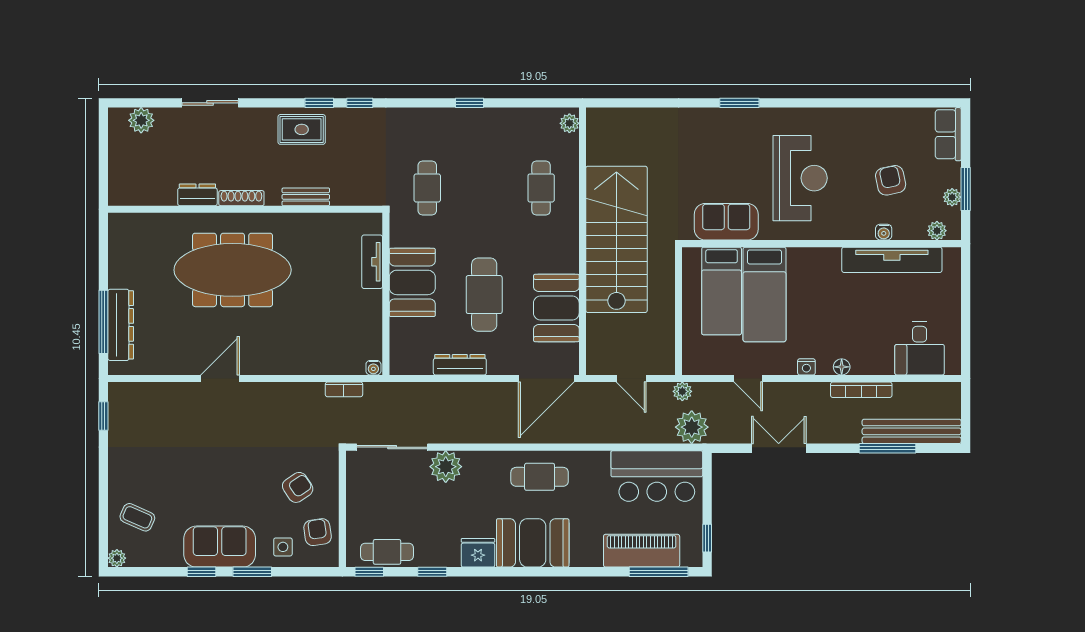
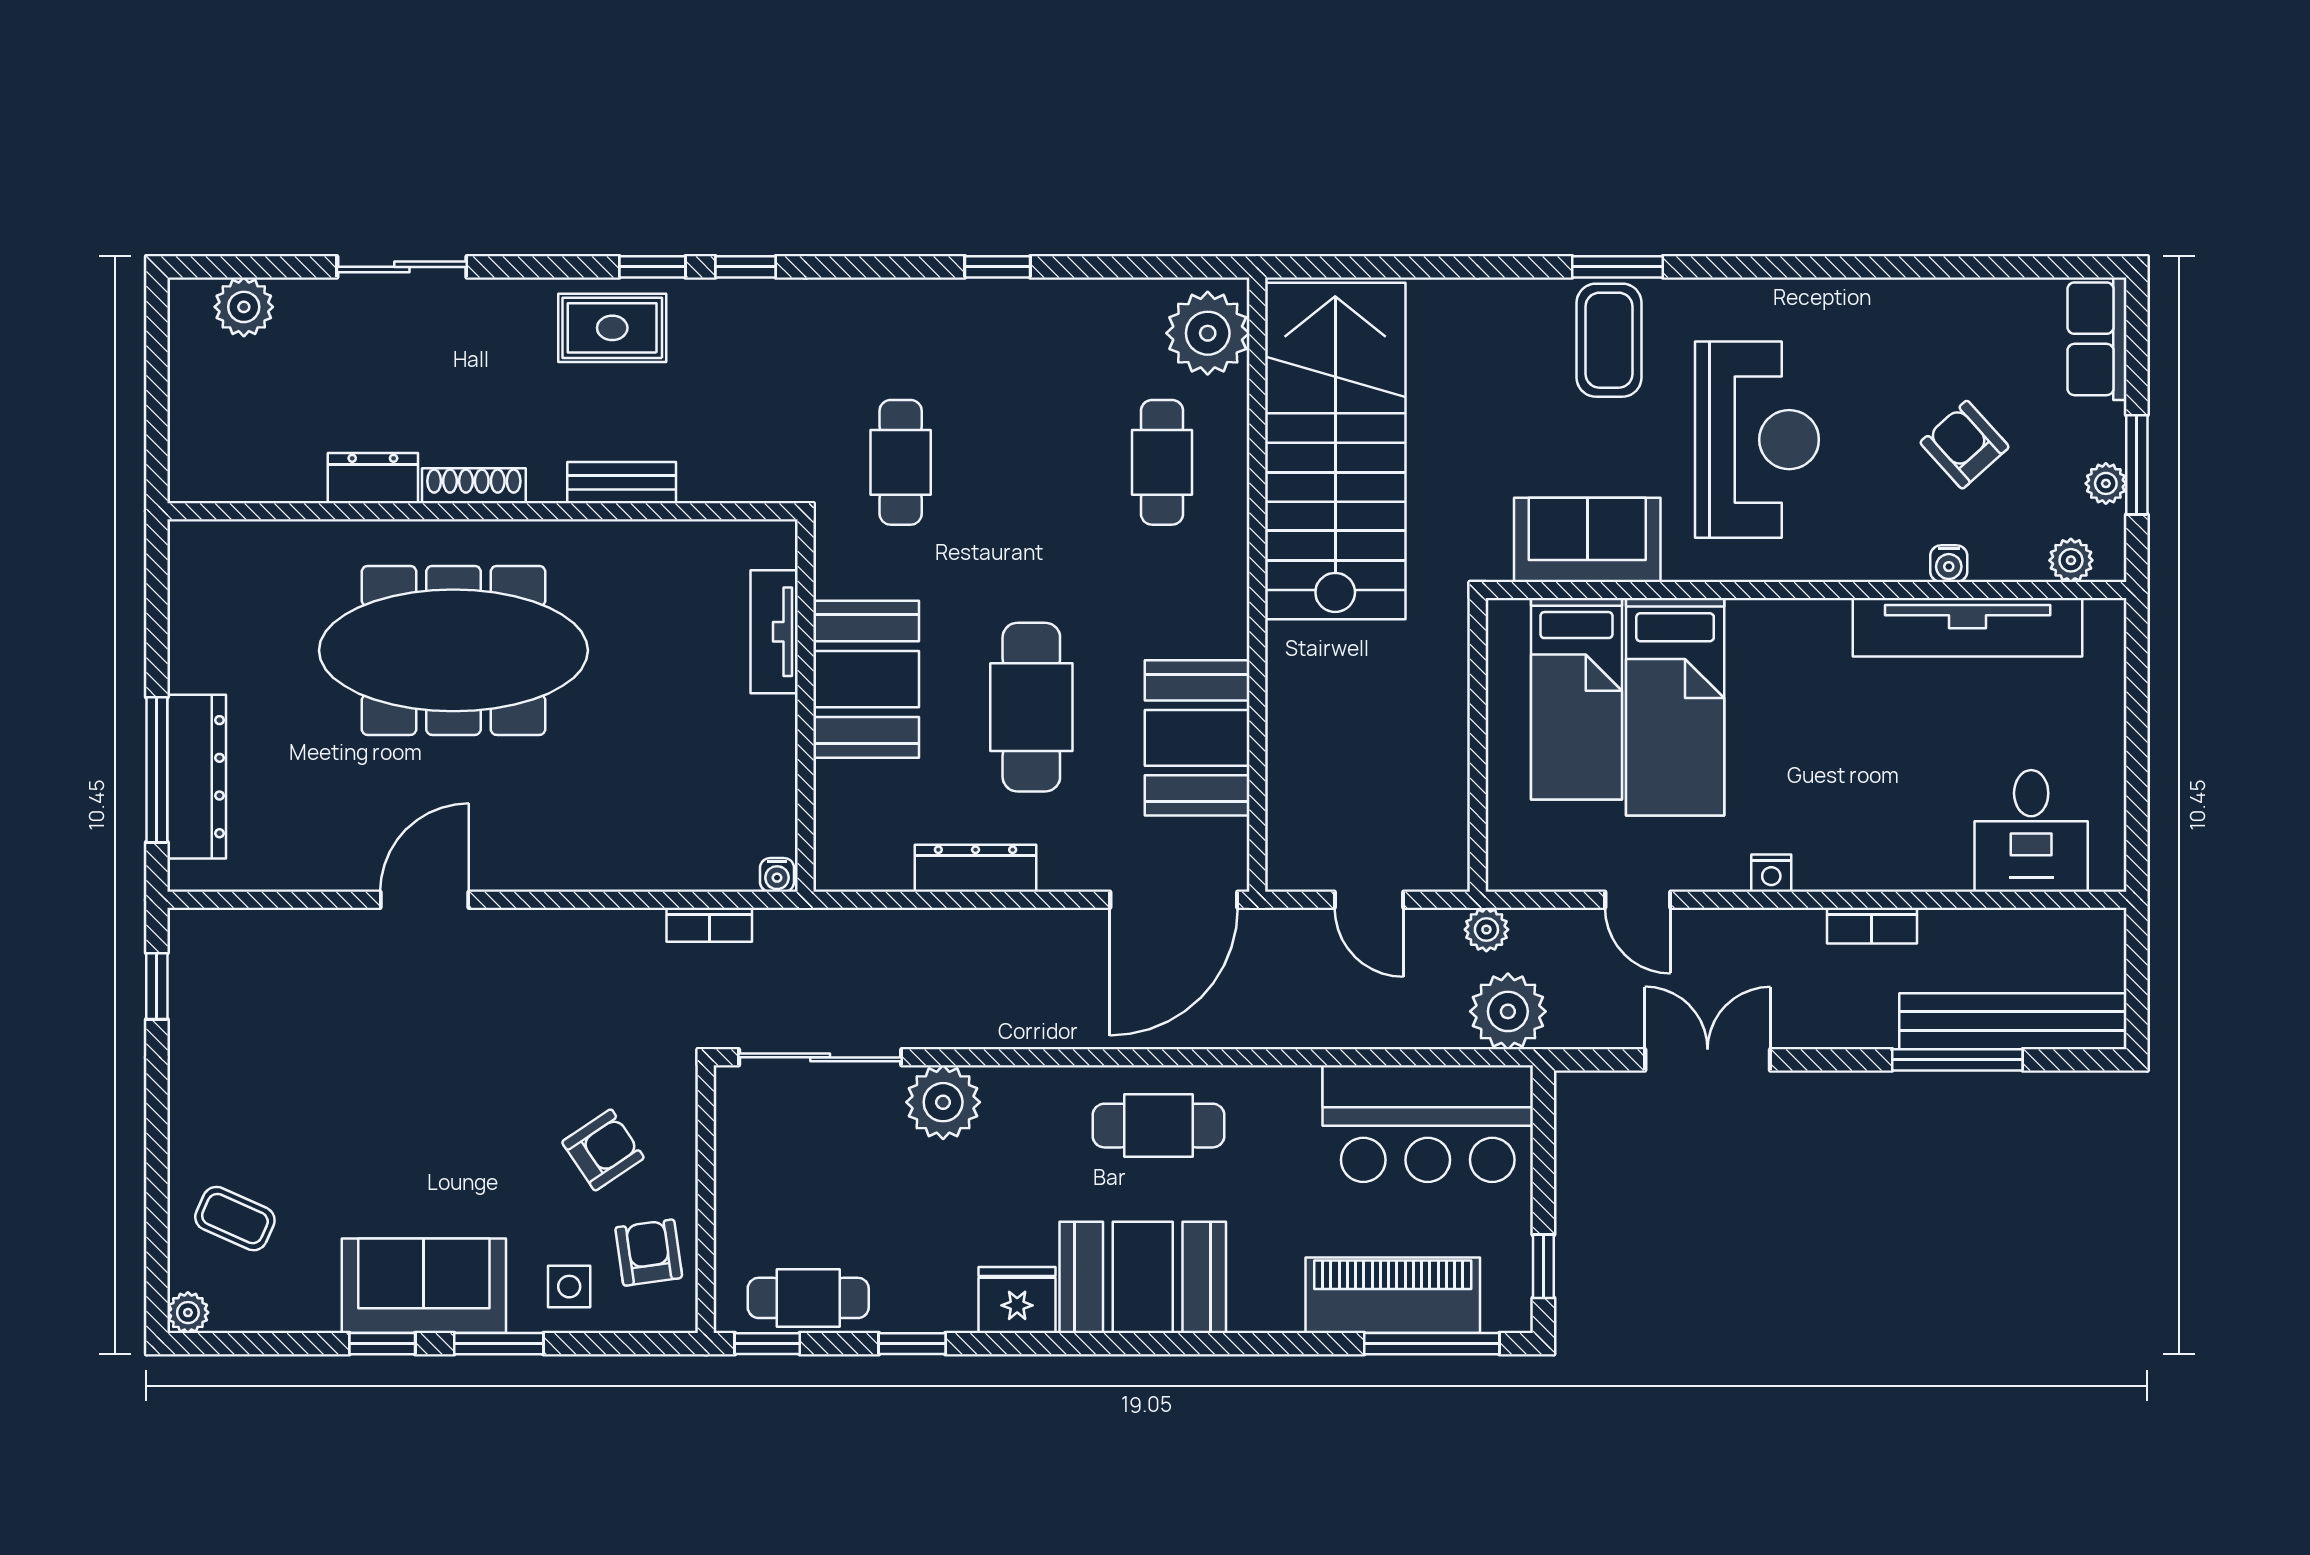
plant: (569, 123) -> (1208, 333), width x1.87, depth x1.87
coffee table: (736, 135) -> (1609, 340), added
armchair: (891, 180) -> (1965, 445), turned -30
stairs: (616, 239) -> (1335, 451), moved
floor lamp: (842, 367) -> (1852, 873), removed
bookcase: (861, 390) -> (1872, 926), width x0.64

